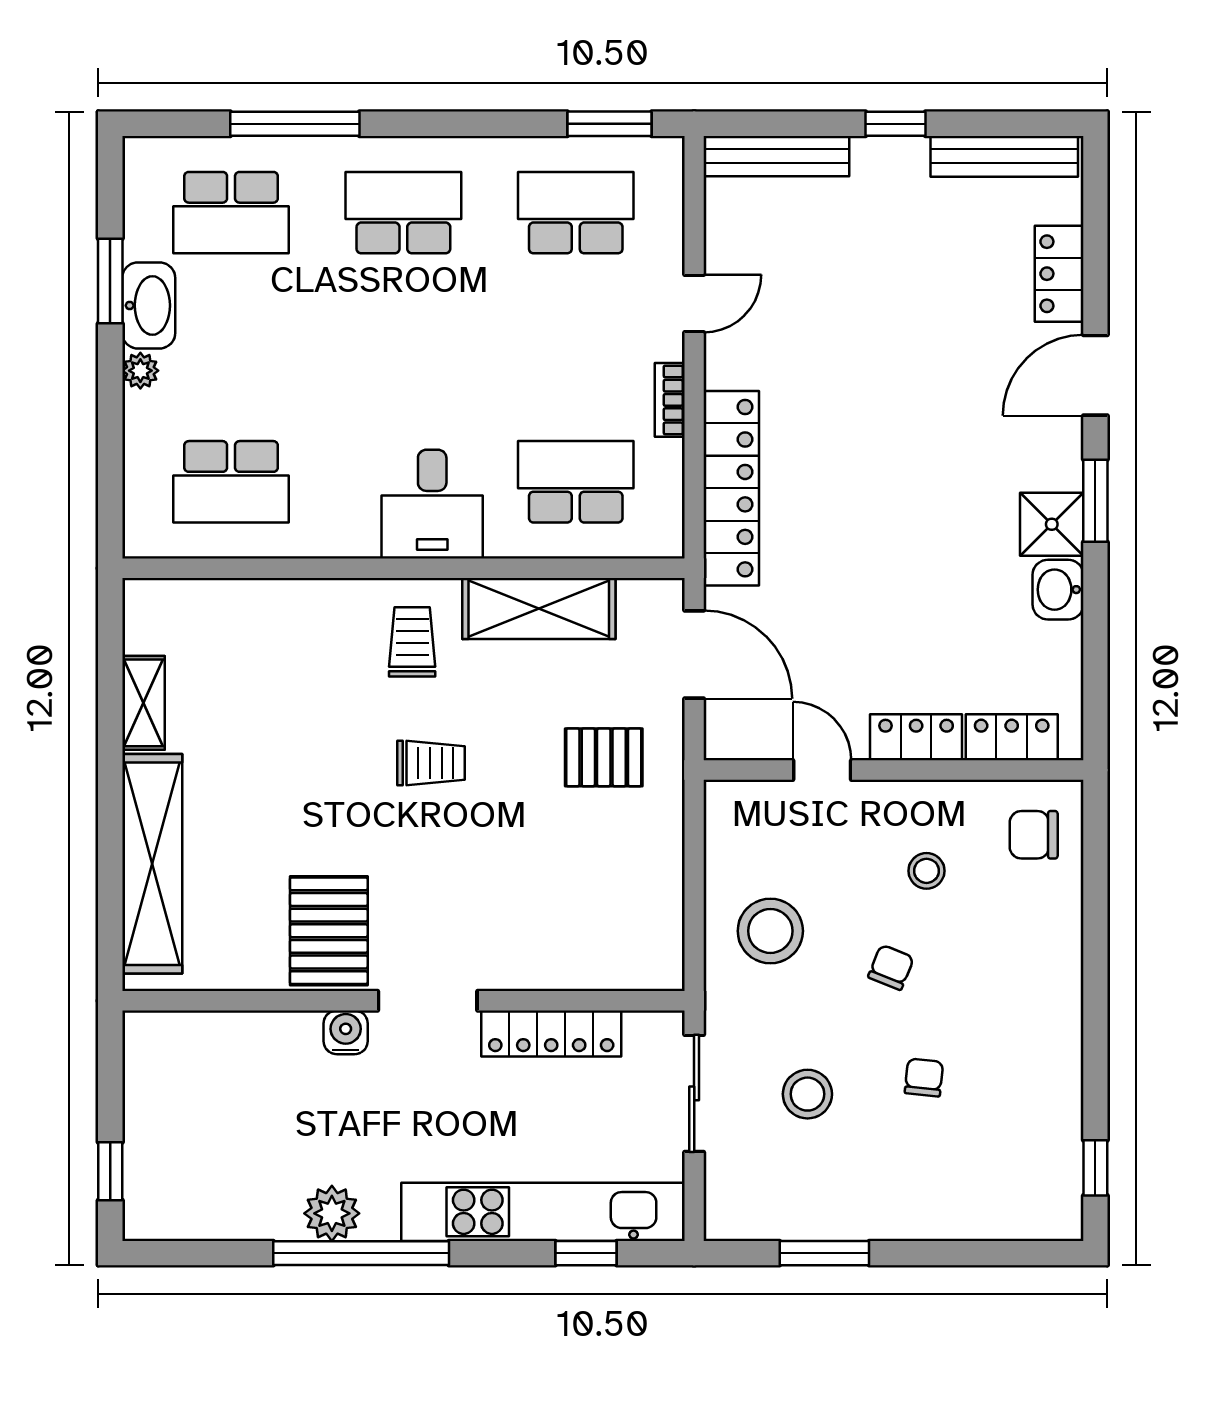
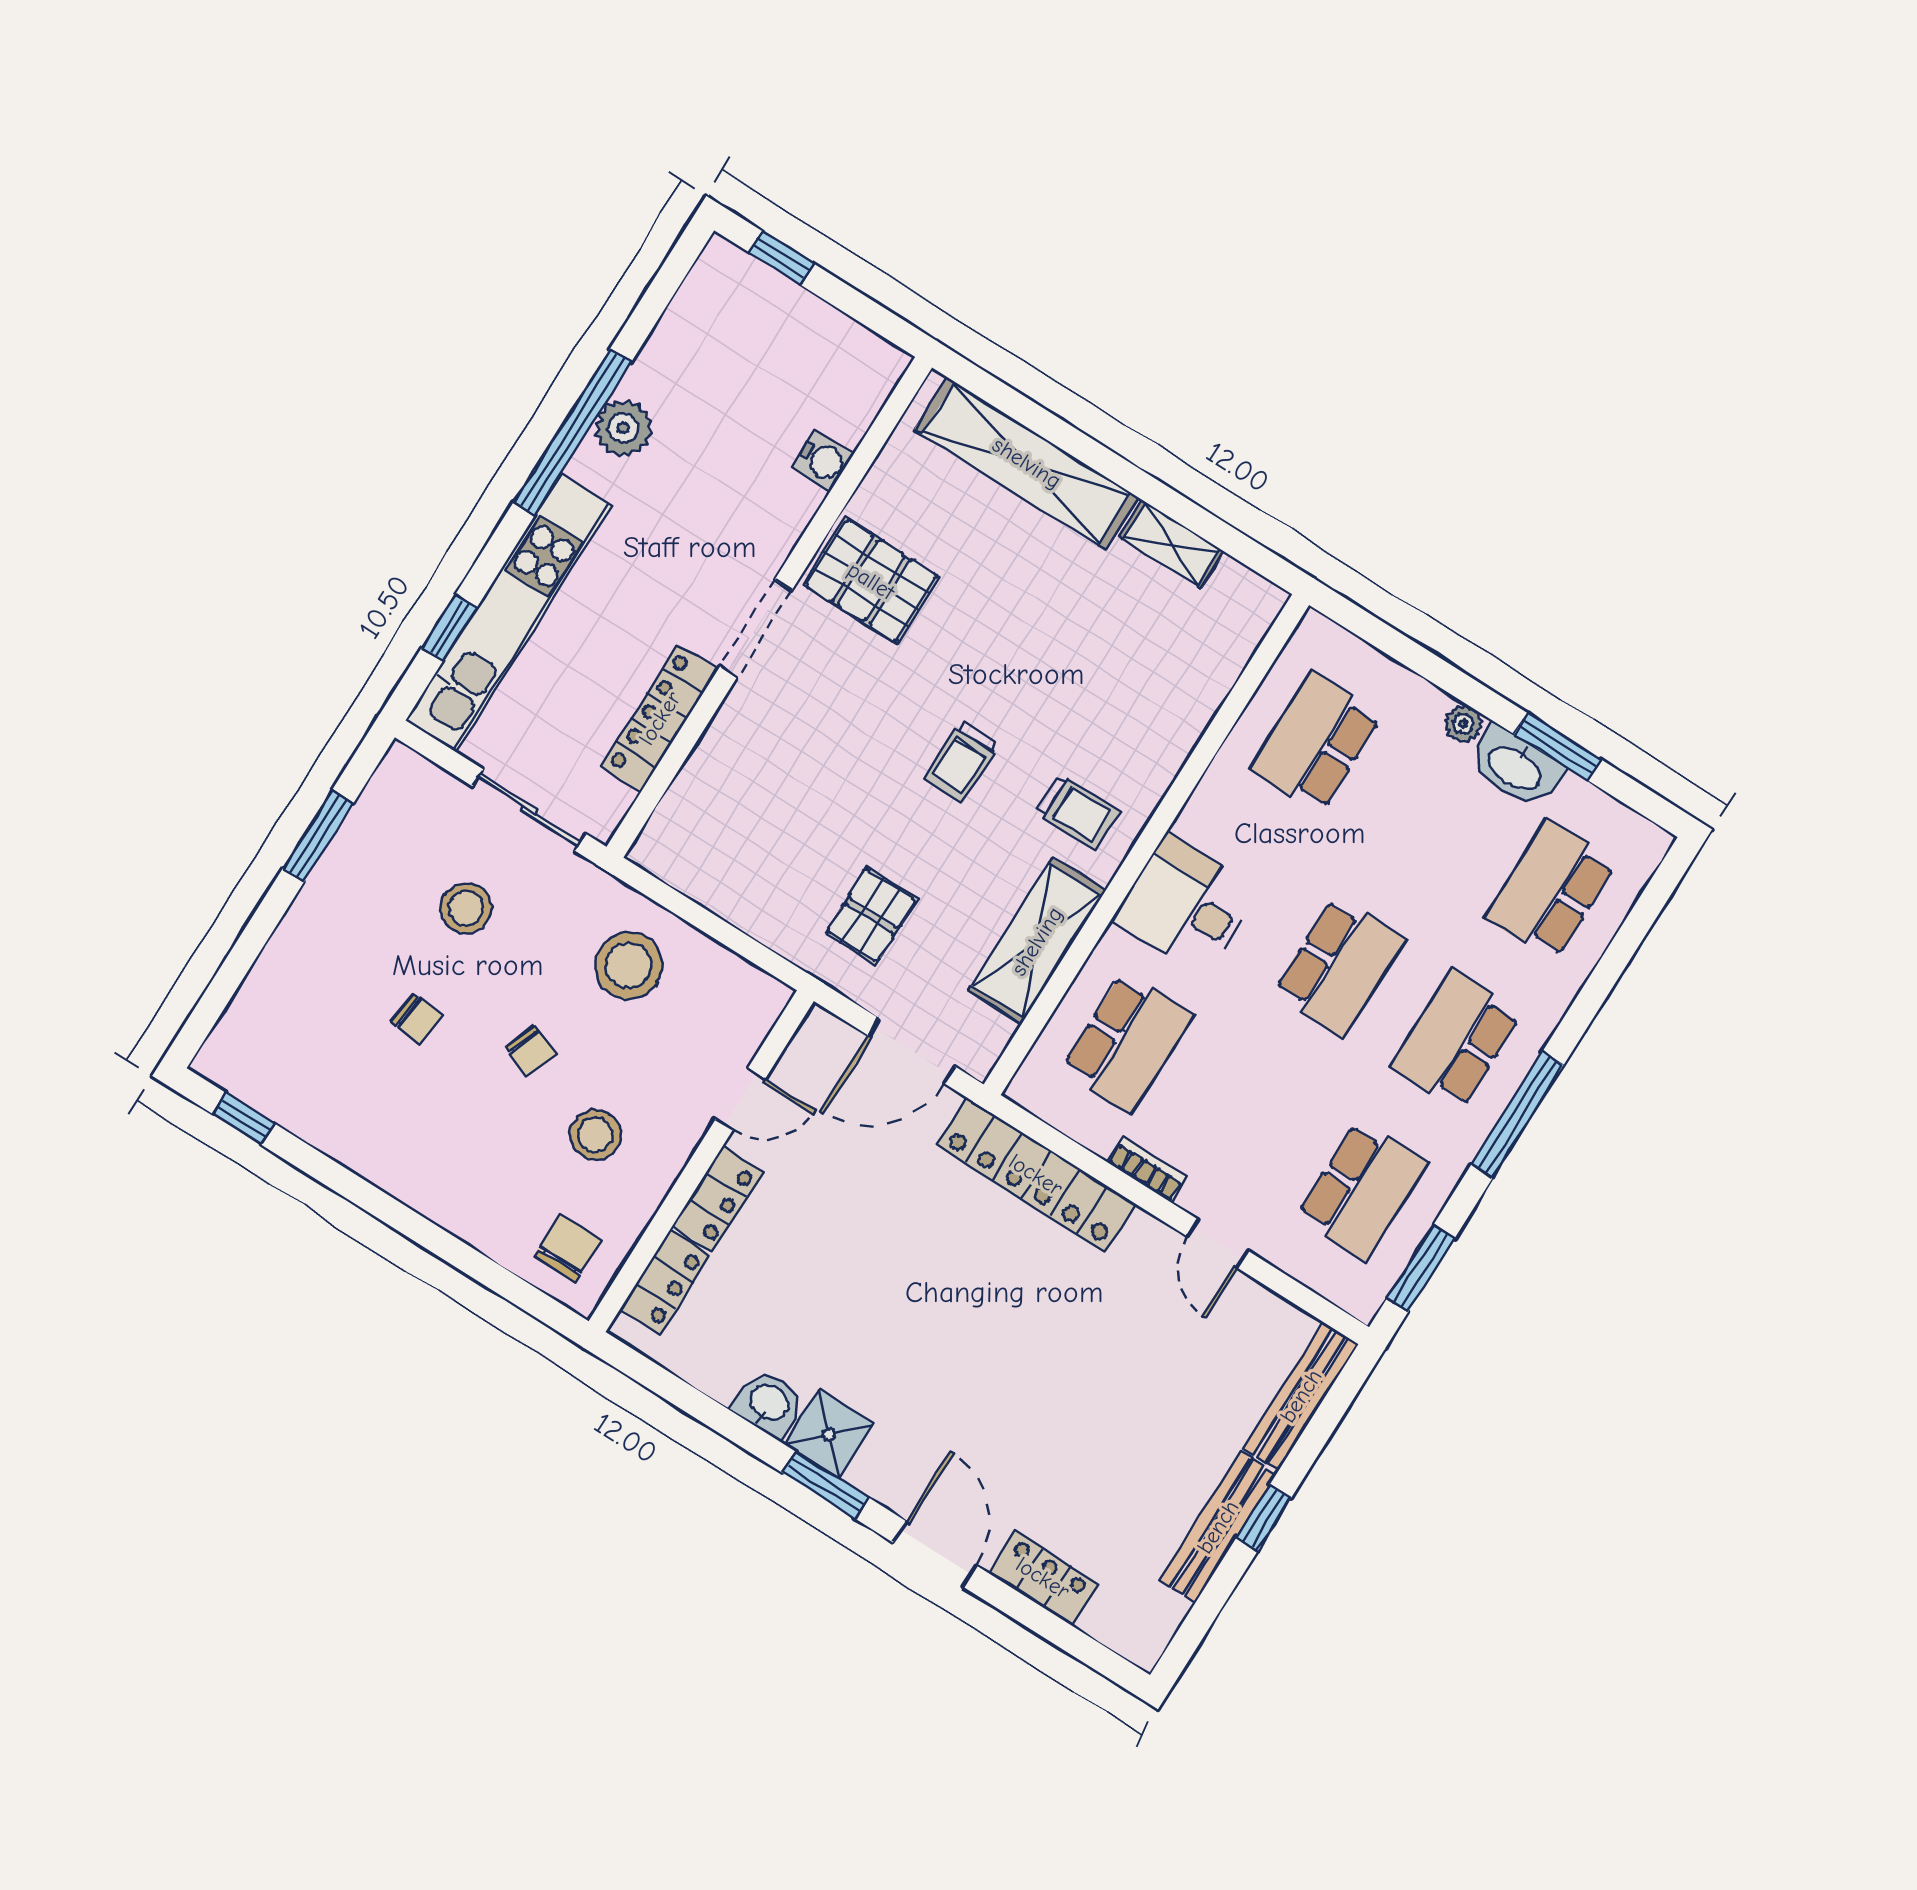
window: (295, 124) -> (1517, 1115), moved
bench: (1004, 156) -> (1218, 1527), moved
school desk: (403, 213) -> (1456, 1040), turned 180
school desk: (403, 347) -> (1339, 966), added
stool: (926, 871) -> (595, 1135), width x1.37, depth x1.37
water cooler: (346, 1032) -> (823, 460), moved

